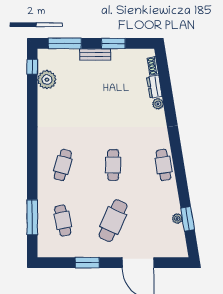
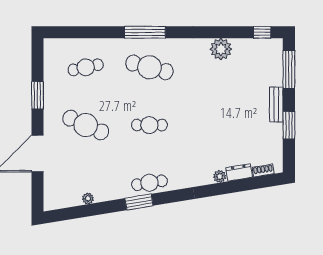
plant: (47, 80) -> (221, 49), moved
cafe table: (63, 165) -> (149, 67), width x1.37, depth x1.35
window: (32, 217) -> (145, 32), moved
window: (188, 219) -> (139, 202), moved

